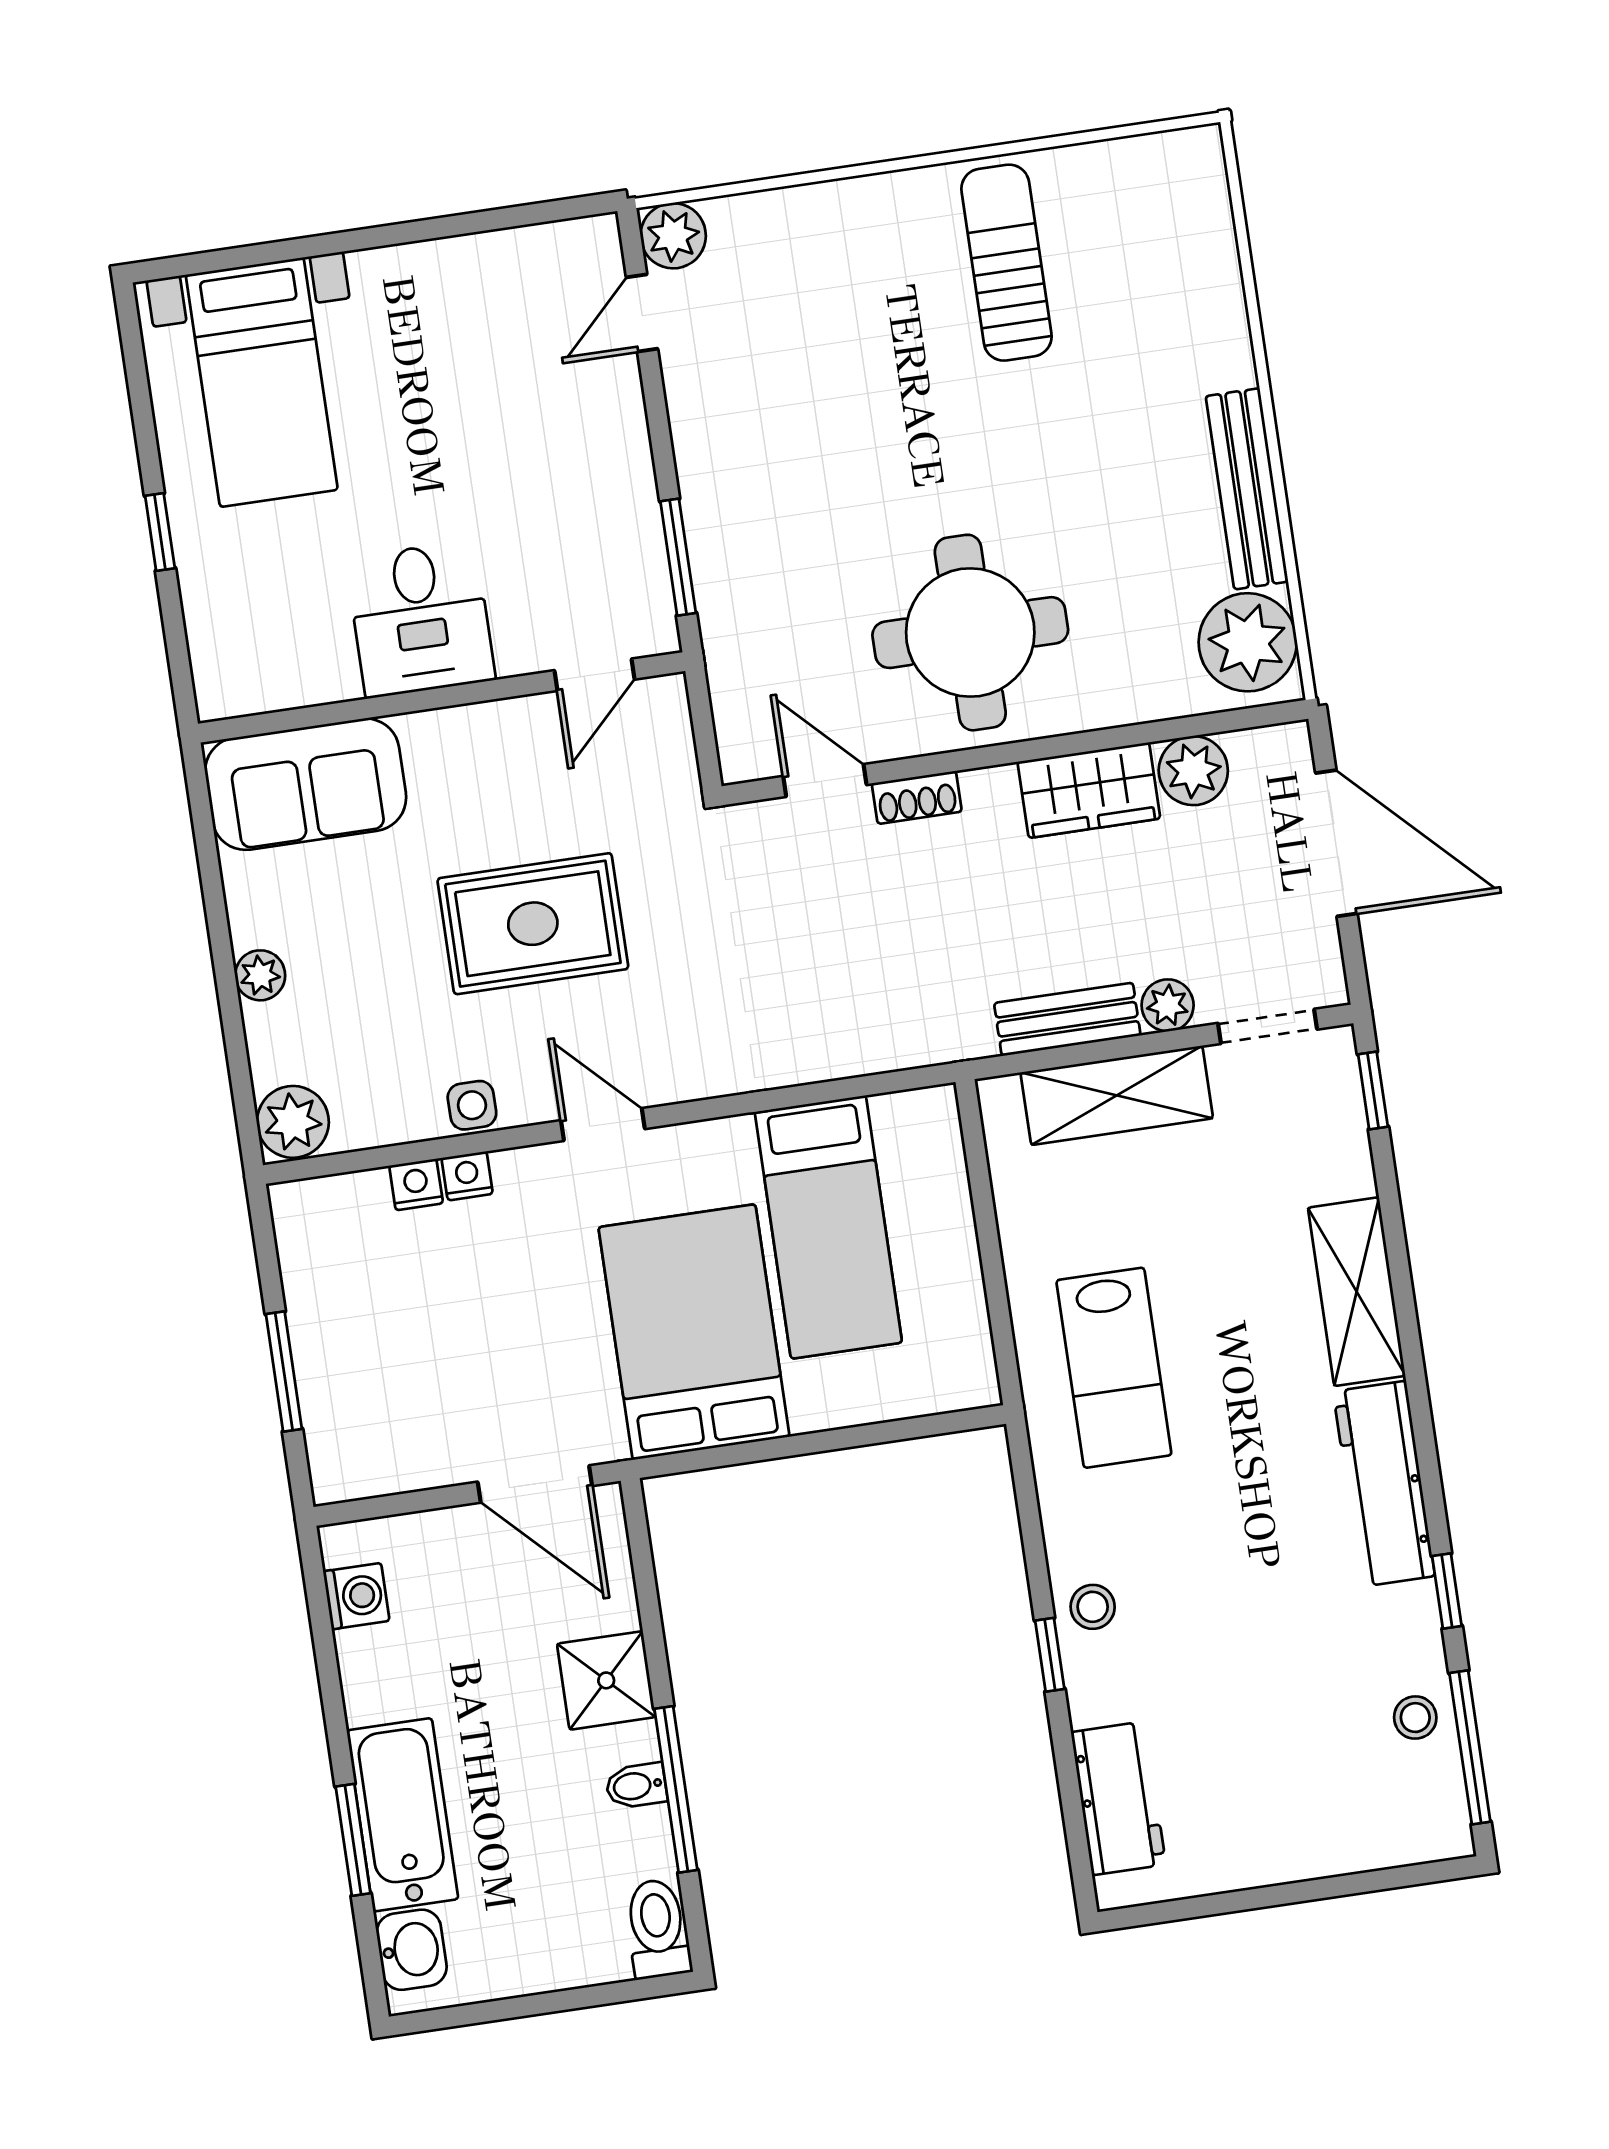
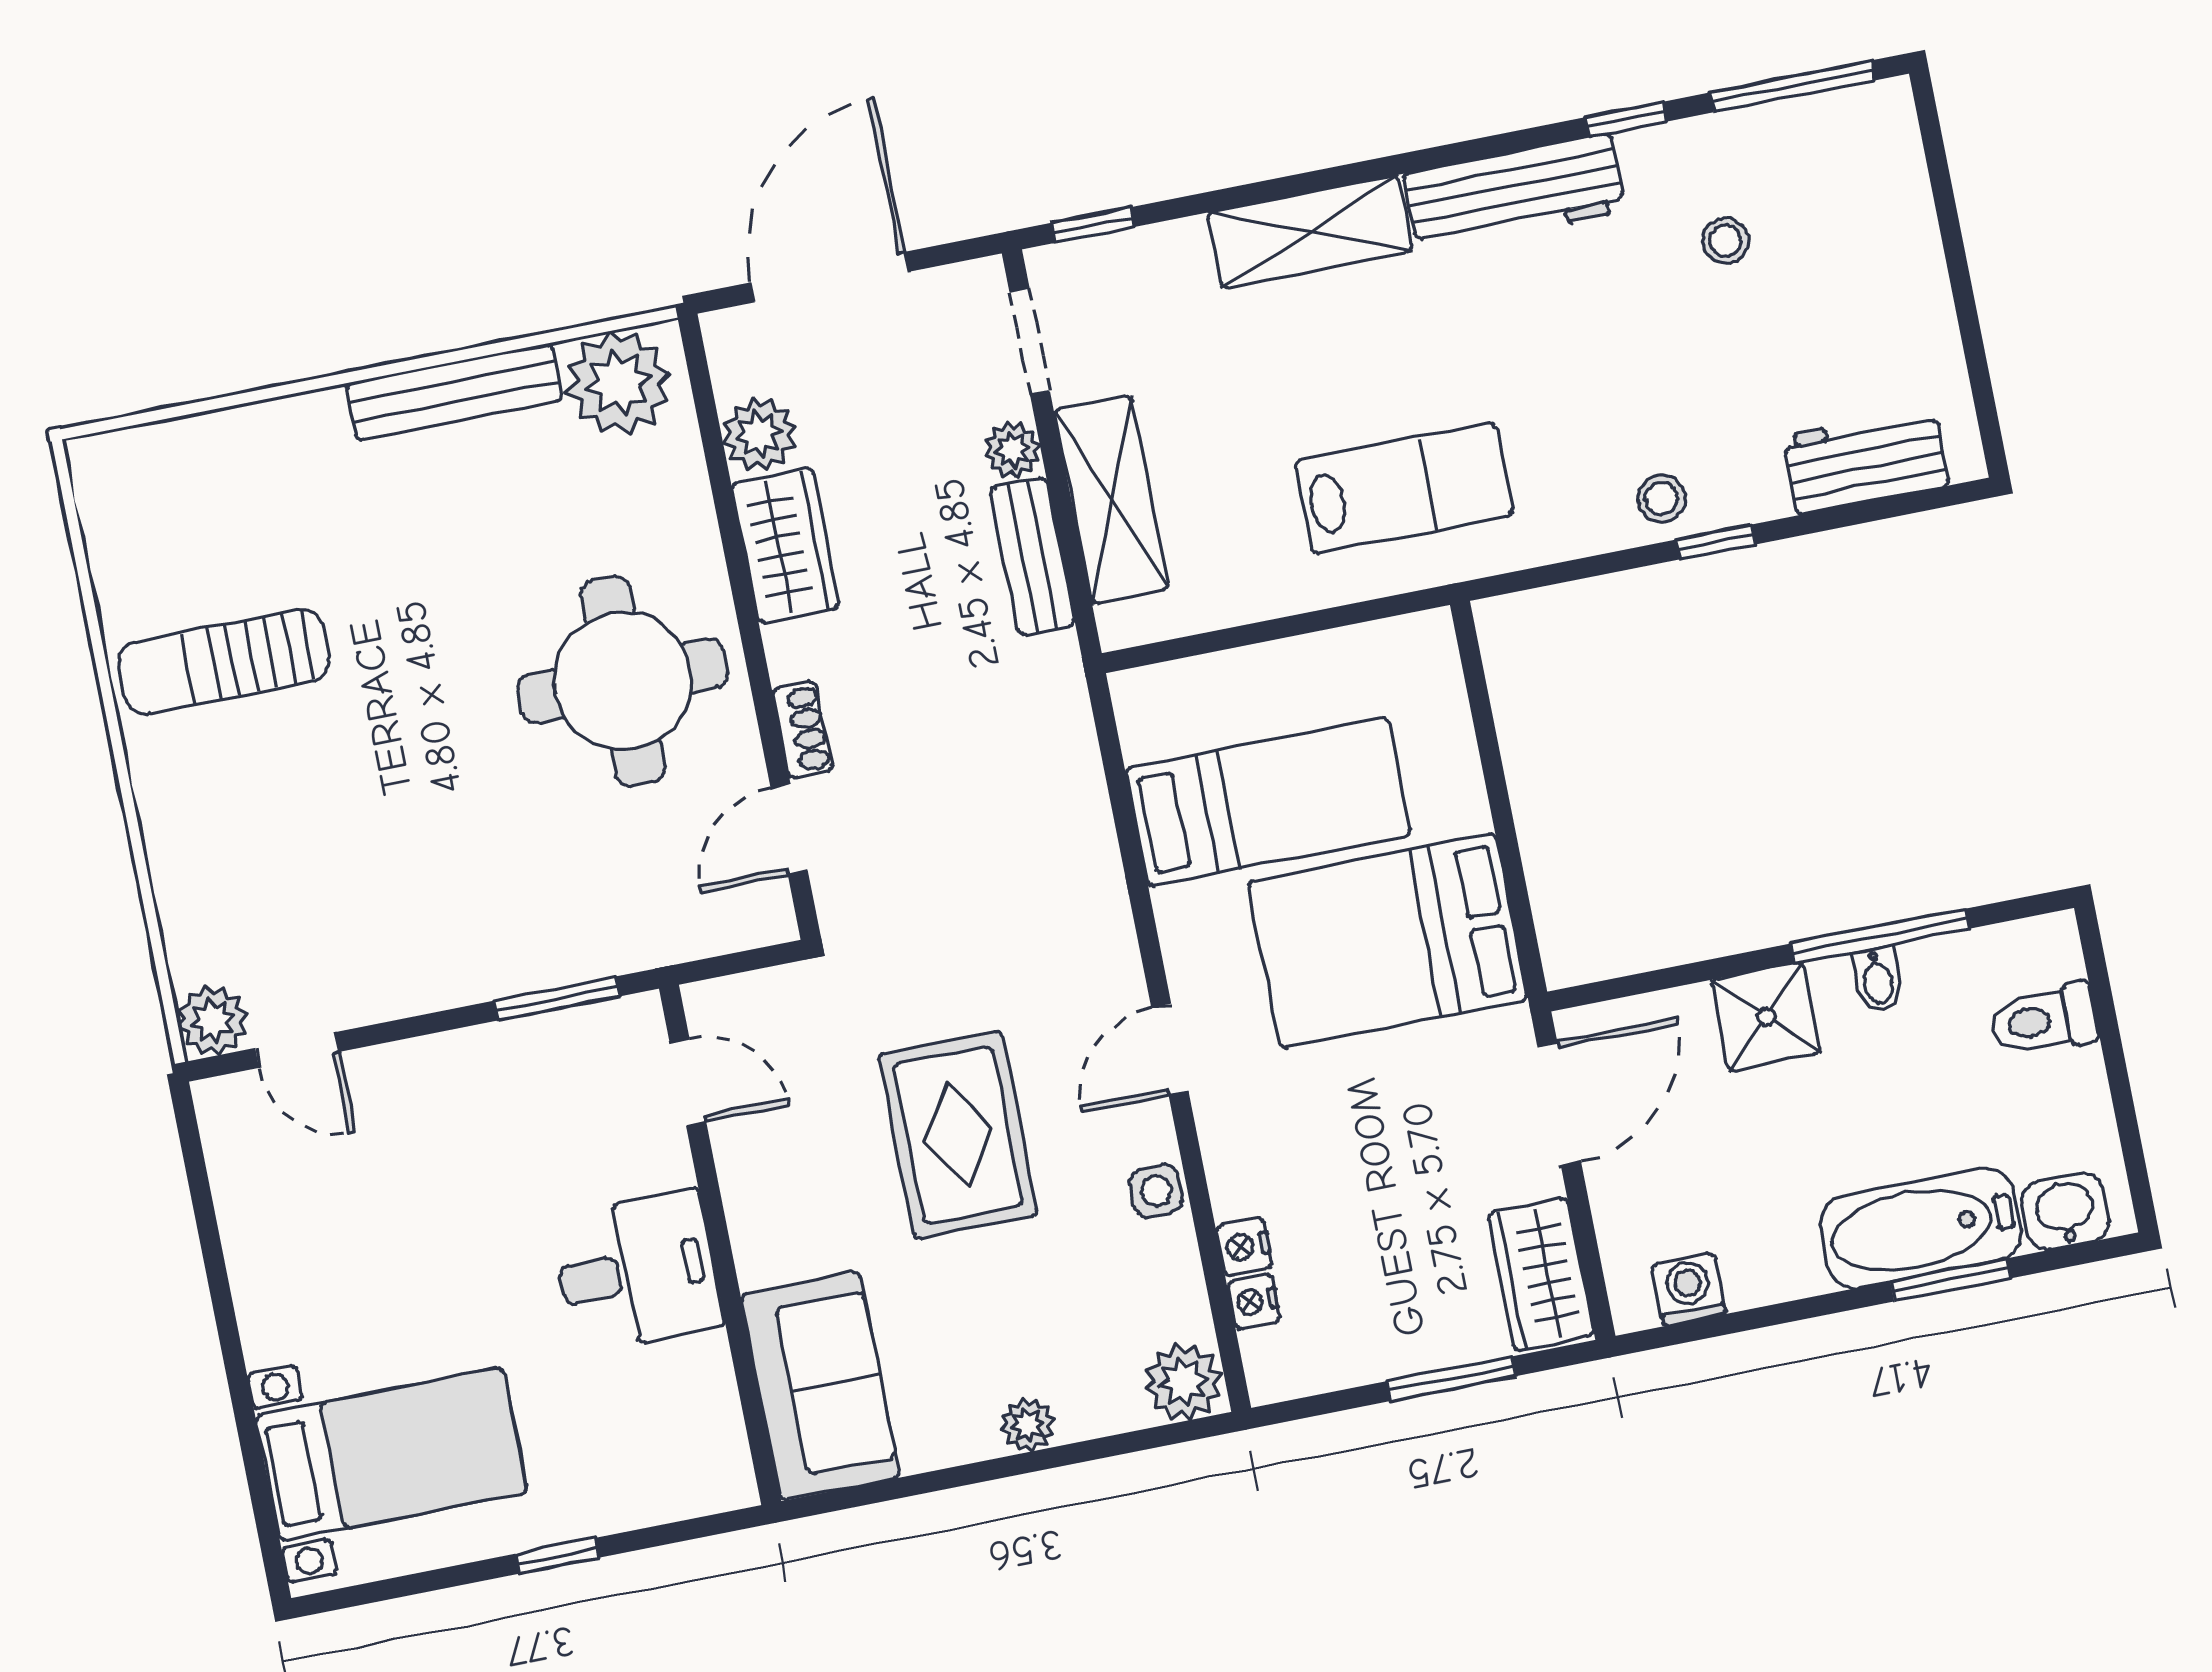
nightstand: (467, 1176) -> (1254, 1302), moved
wardrobe: (377, 1459) -> (1541, 1275), added
stool: (1415, 1718) -> (1726, 241), moved
toilet: (657, 1929) -> (2044, 1020), moved

